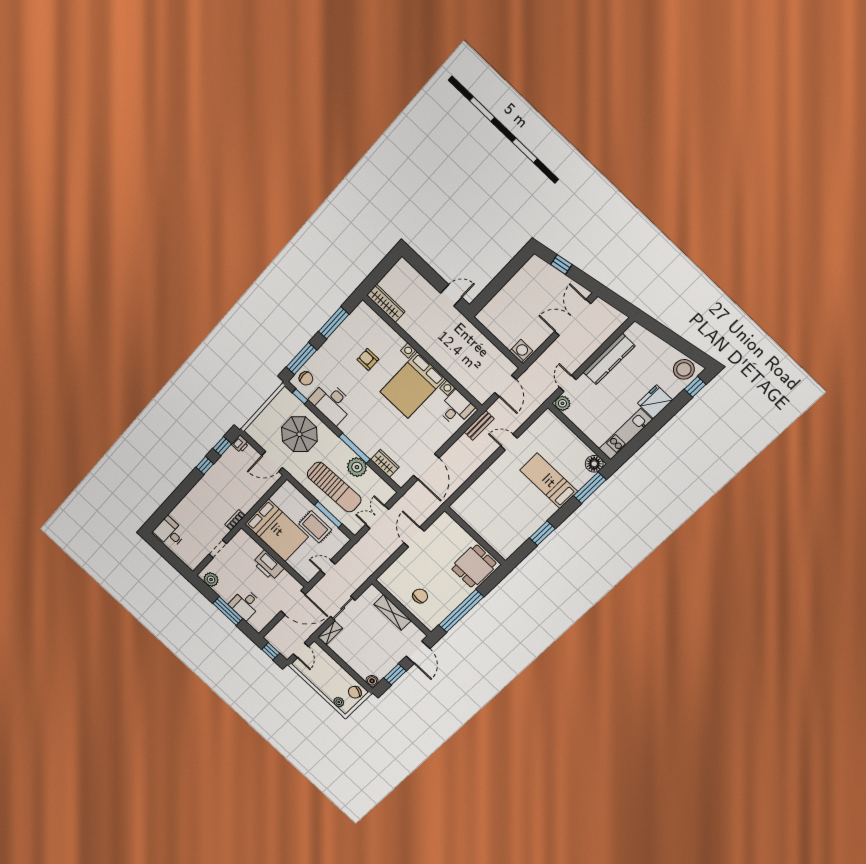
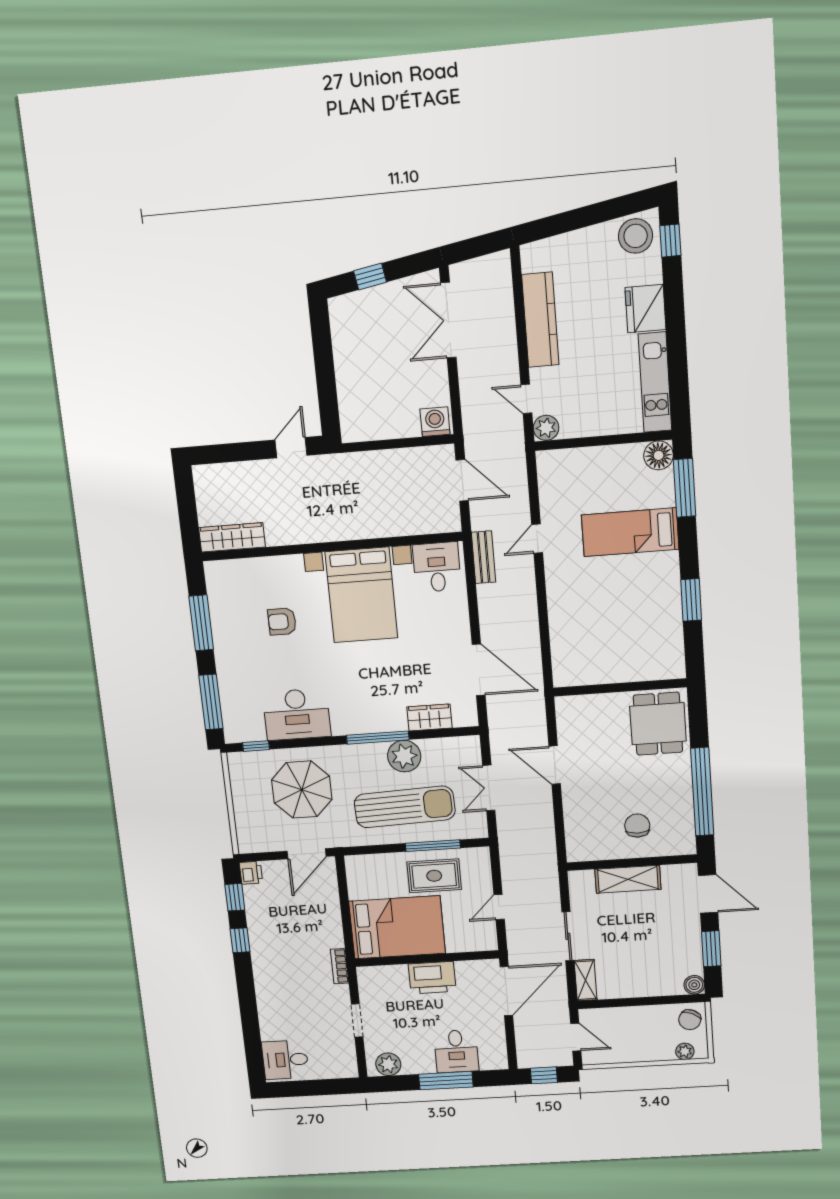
chair: (306, 378) -> (240, 719), removed

